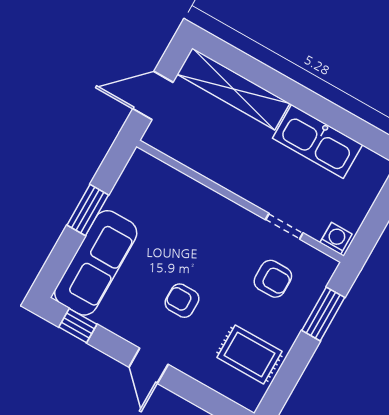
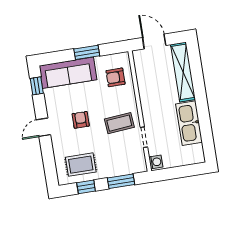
coffee table: (234, 246) -> (119, 123), added
armchair: (273, 279) -> (115, 77), moved, turned 90
rug: (249, 354) -> (81, 165), turned 90
window: (289, 373) -> (86, 187), added

